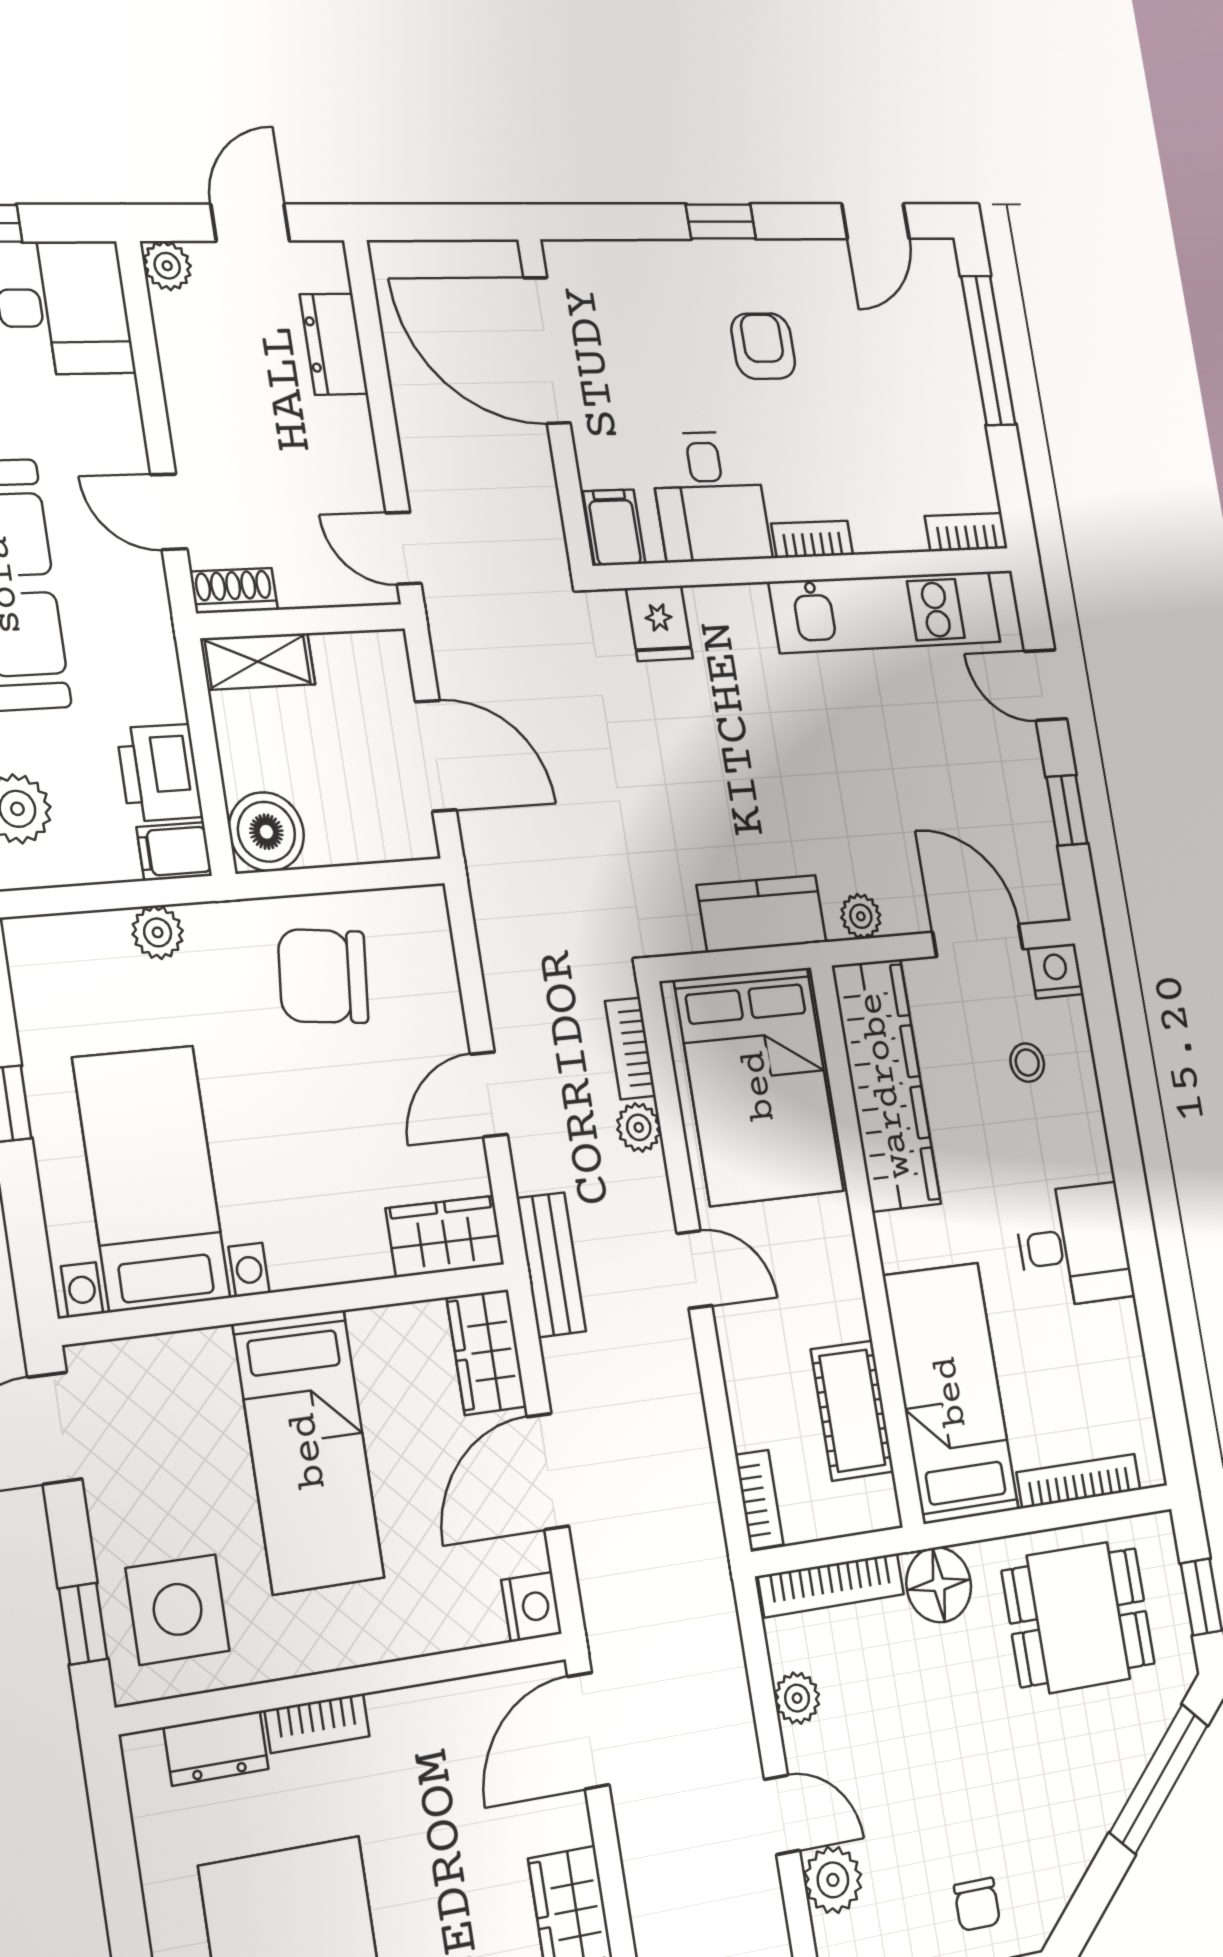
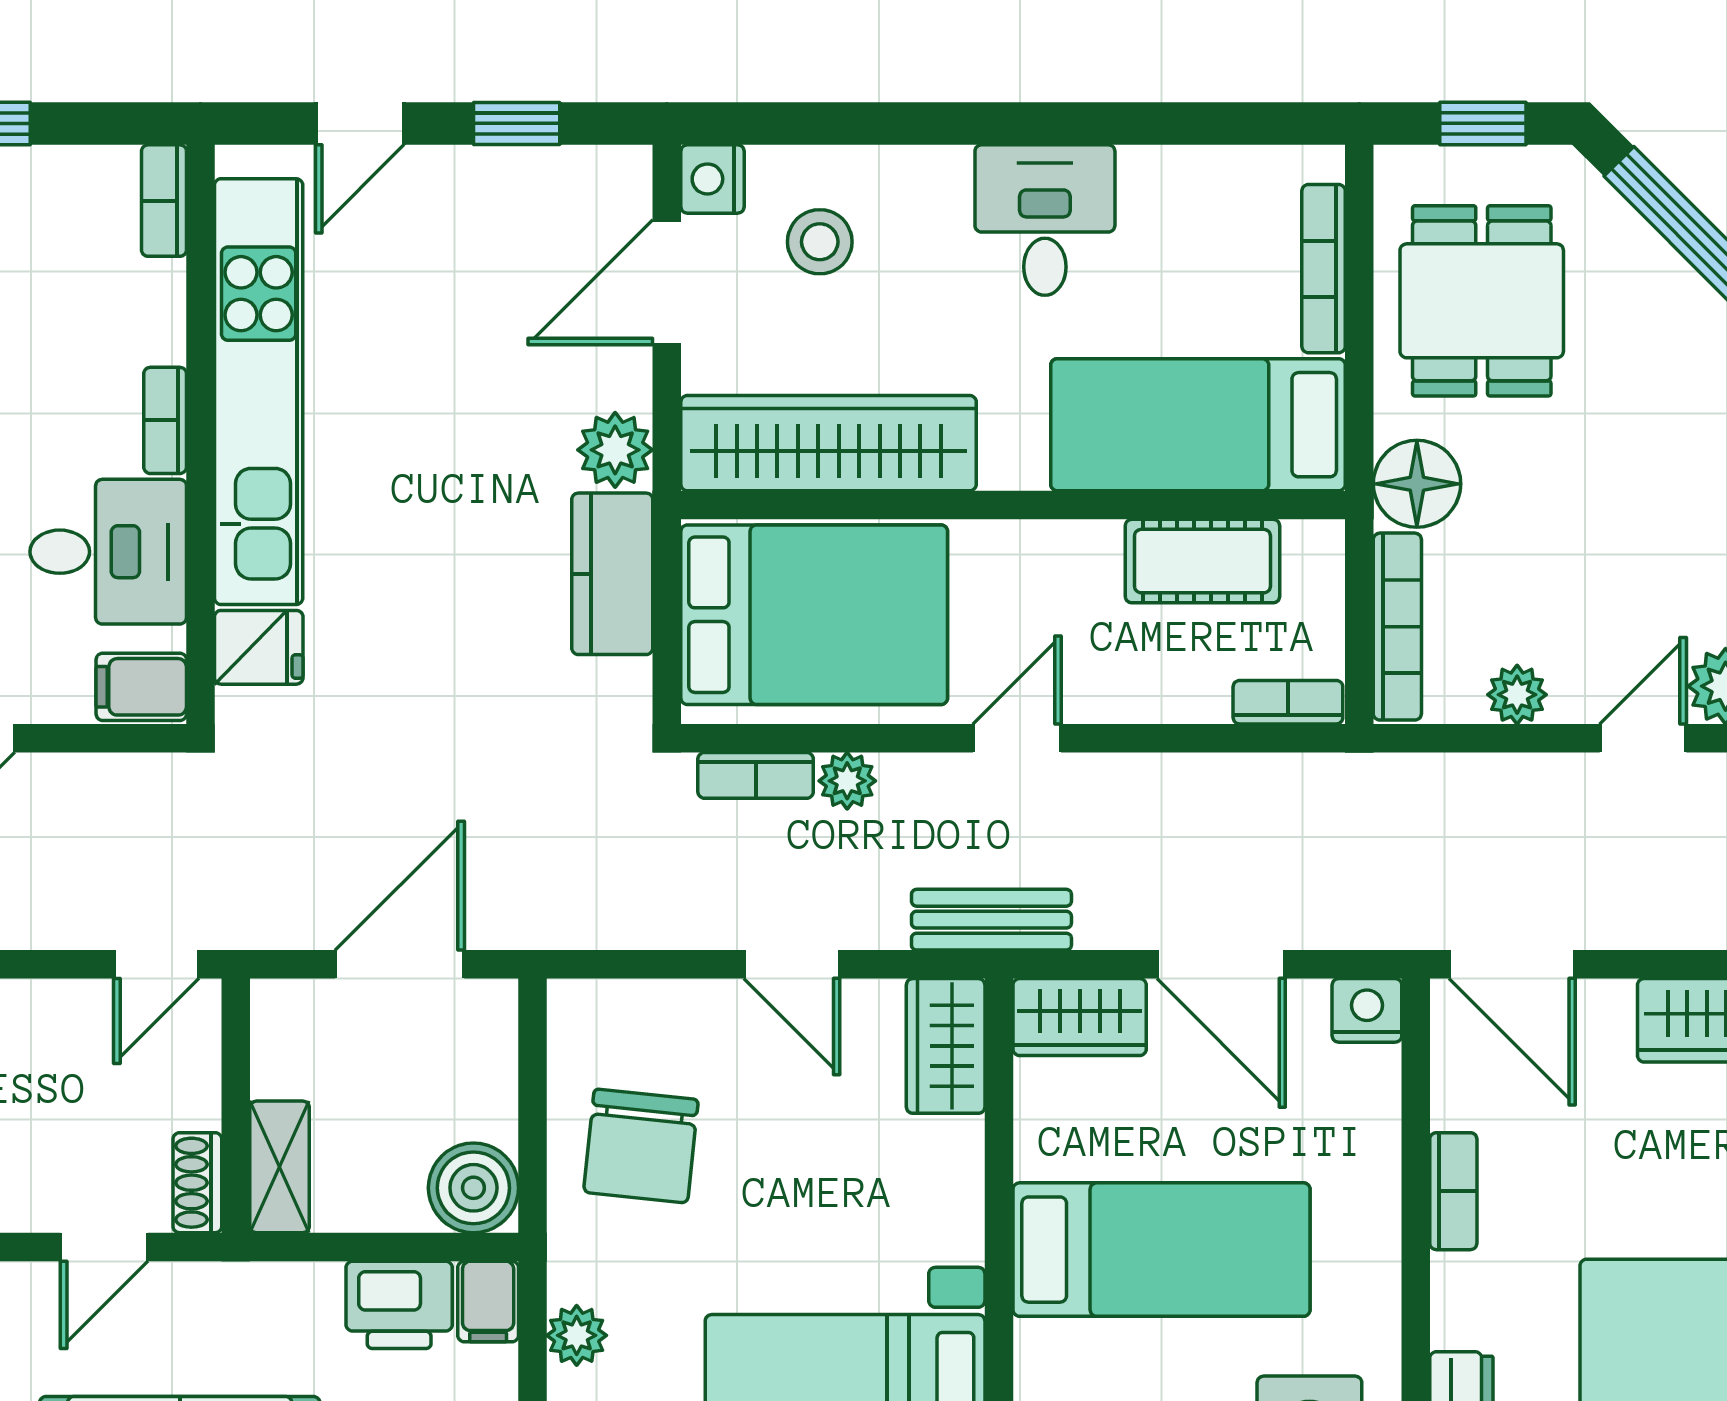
kitchen unit: (886, 612) -> (259, 392), width x1.36
plant: (861, 916) -> (615, 450), width x1.38, depth x1.38
stool: (1027, 1063) -> (820, 242), width x1.37, depth x1.37
bookcase: (317, 1723) -> (1453, 1191), moved

